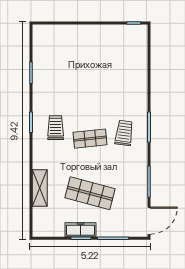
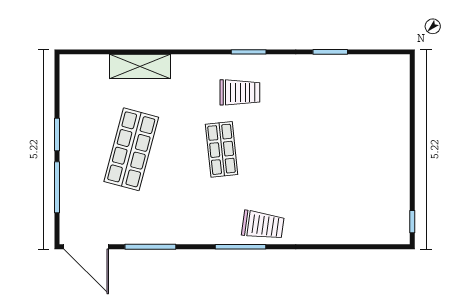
trolley: (124, 133) -> (263, 225), moved
freezer: (80, 230) -> (71, 134), removed

